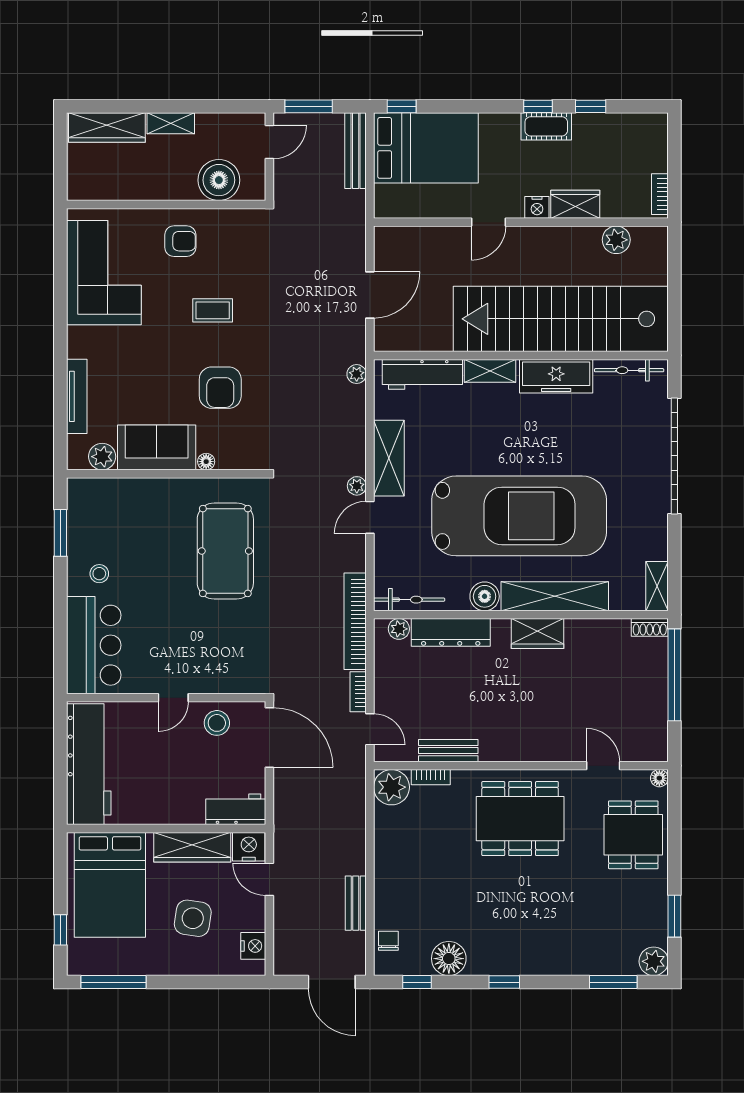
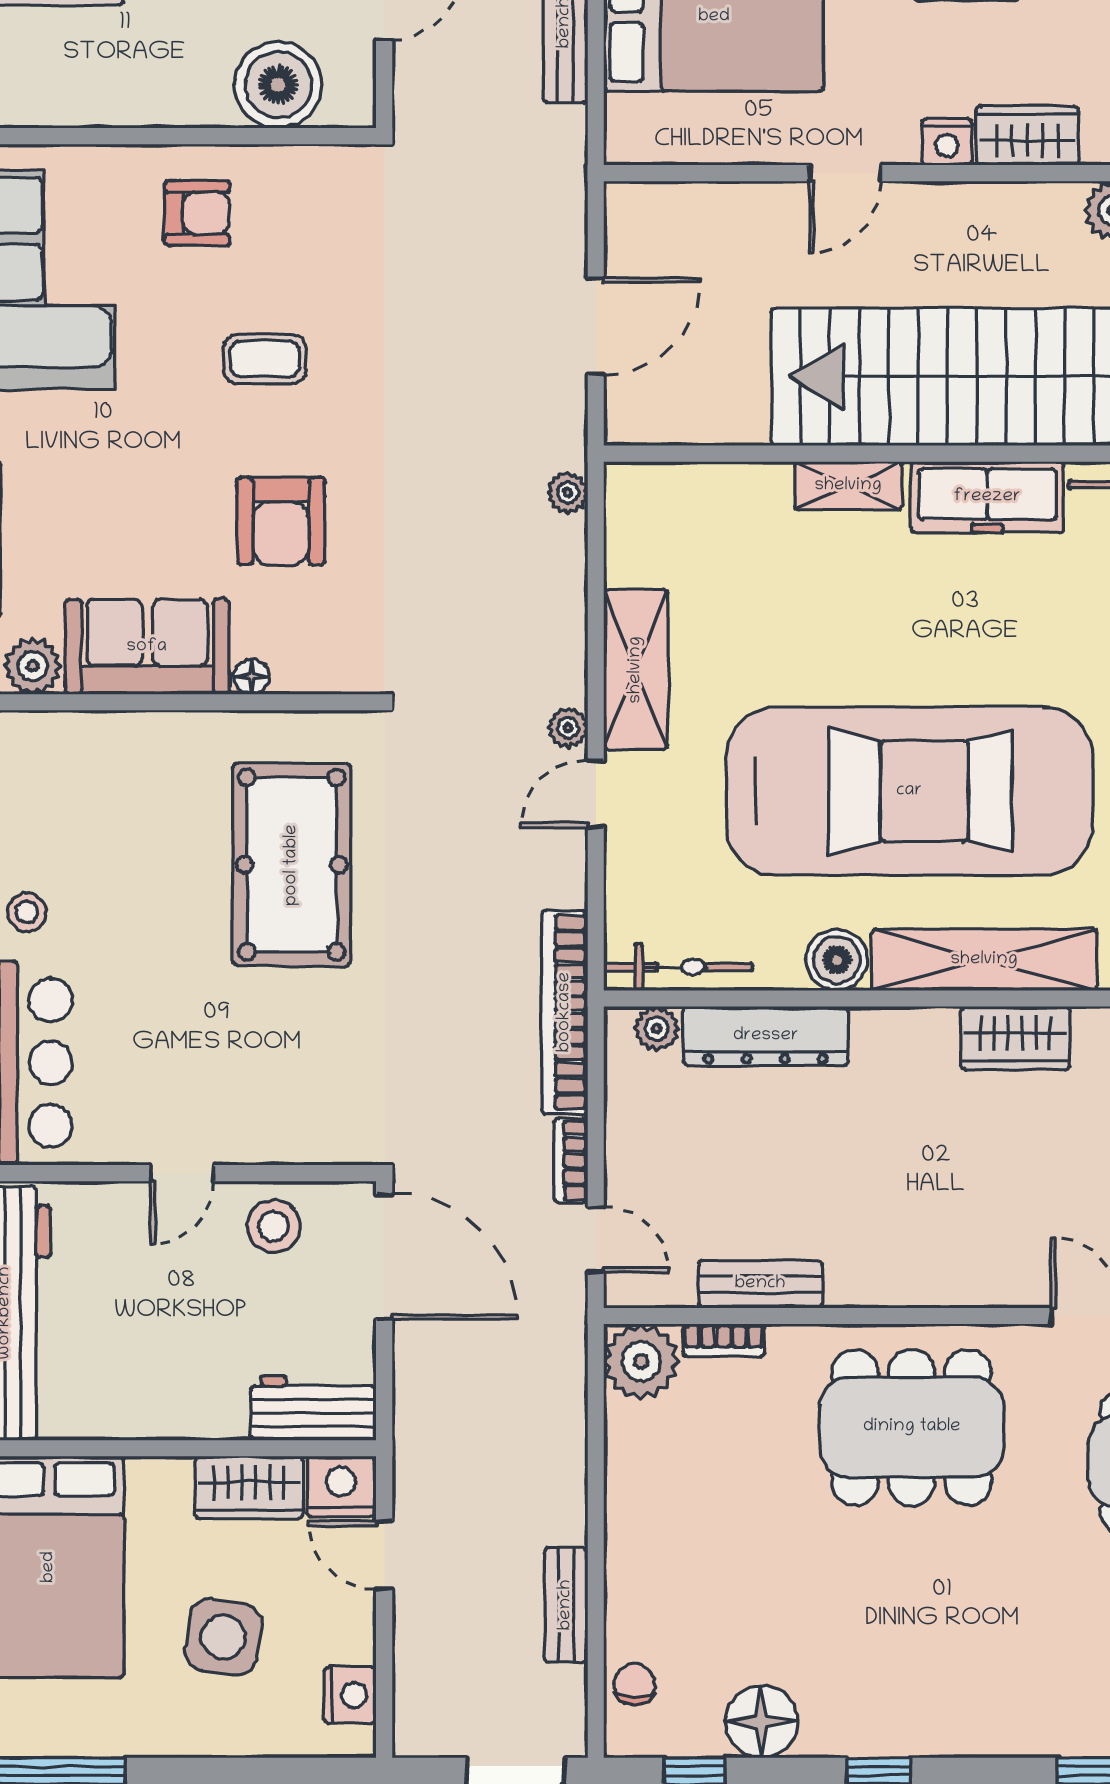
workbench: (422, 374) -> (706, 493), removed
wardrobe: (537, 634) -> (1015, 1038), moved
wardrobe: (192, 847) -> (249, 1487), width x0.67

